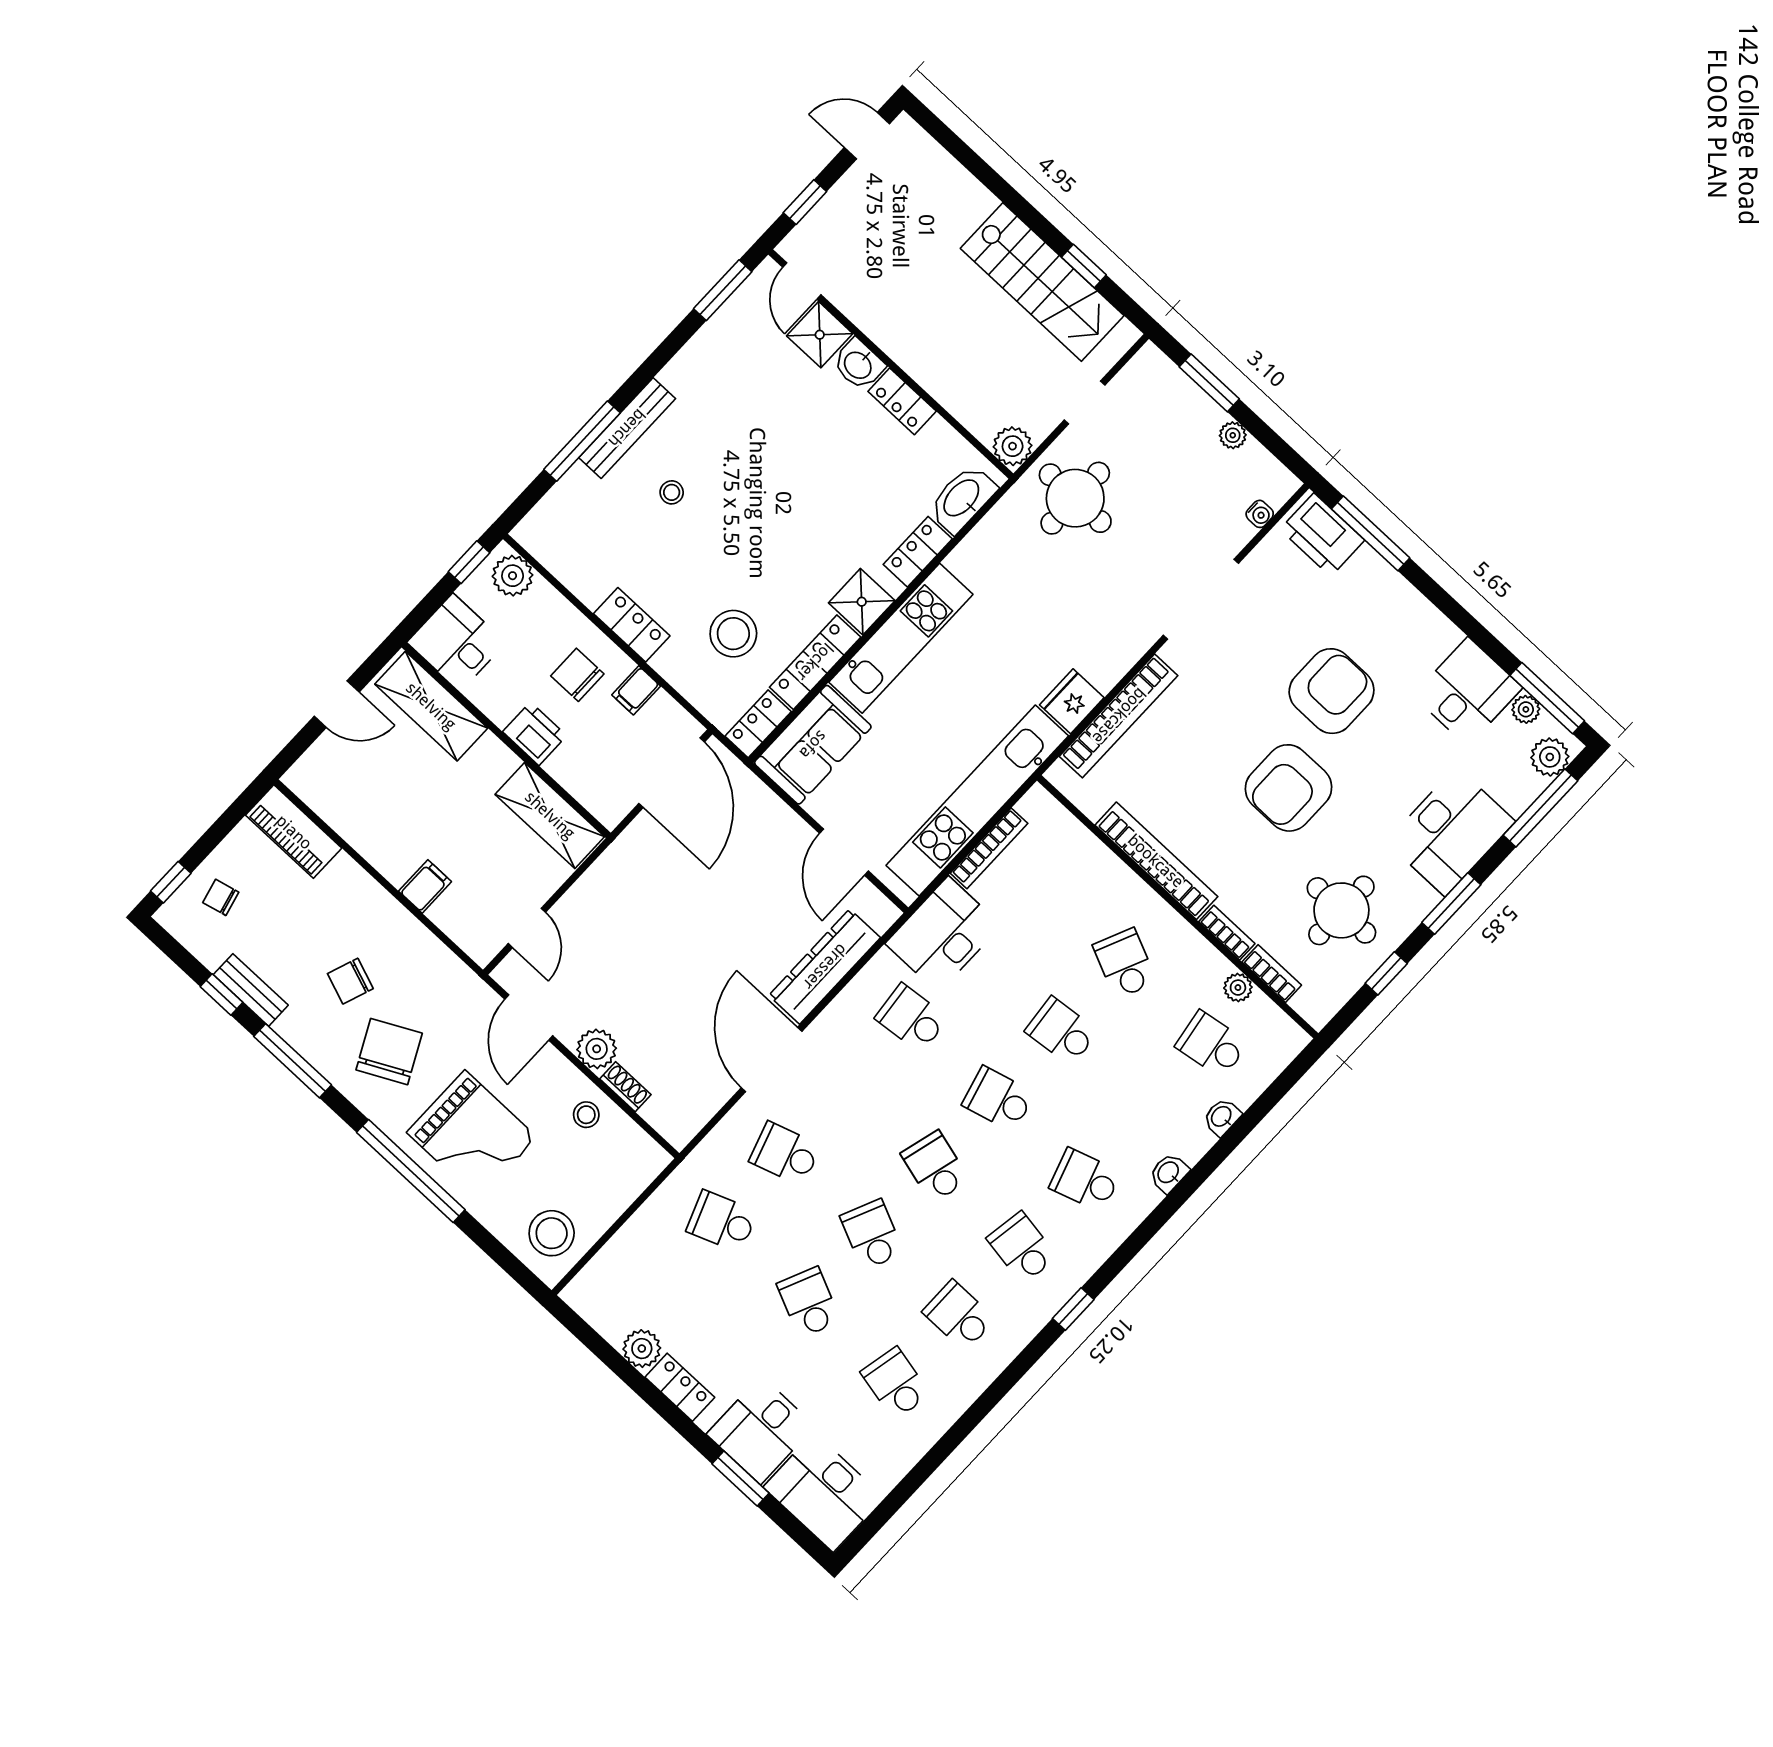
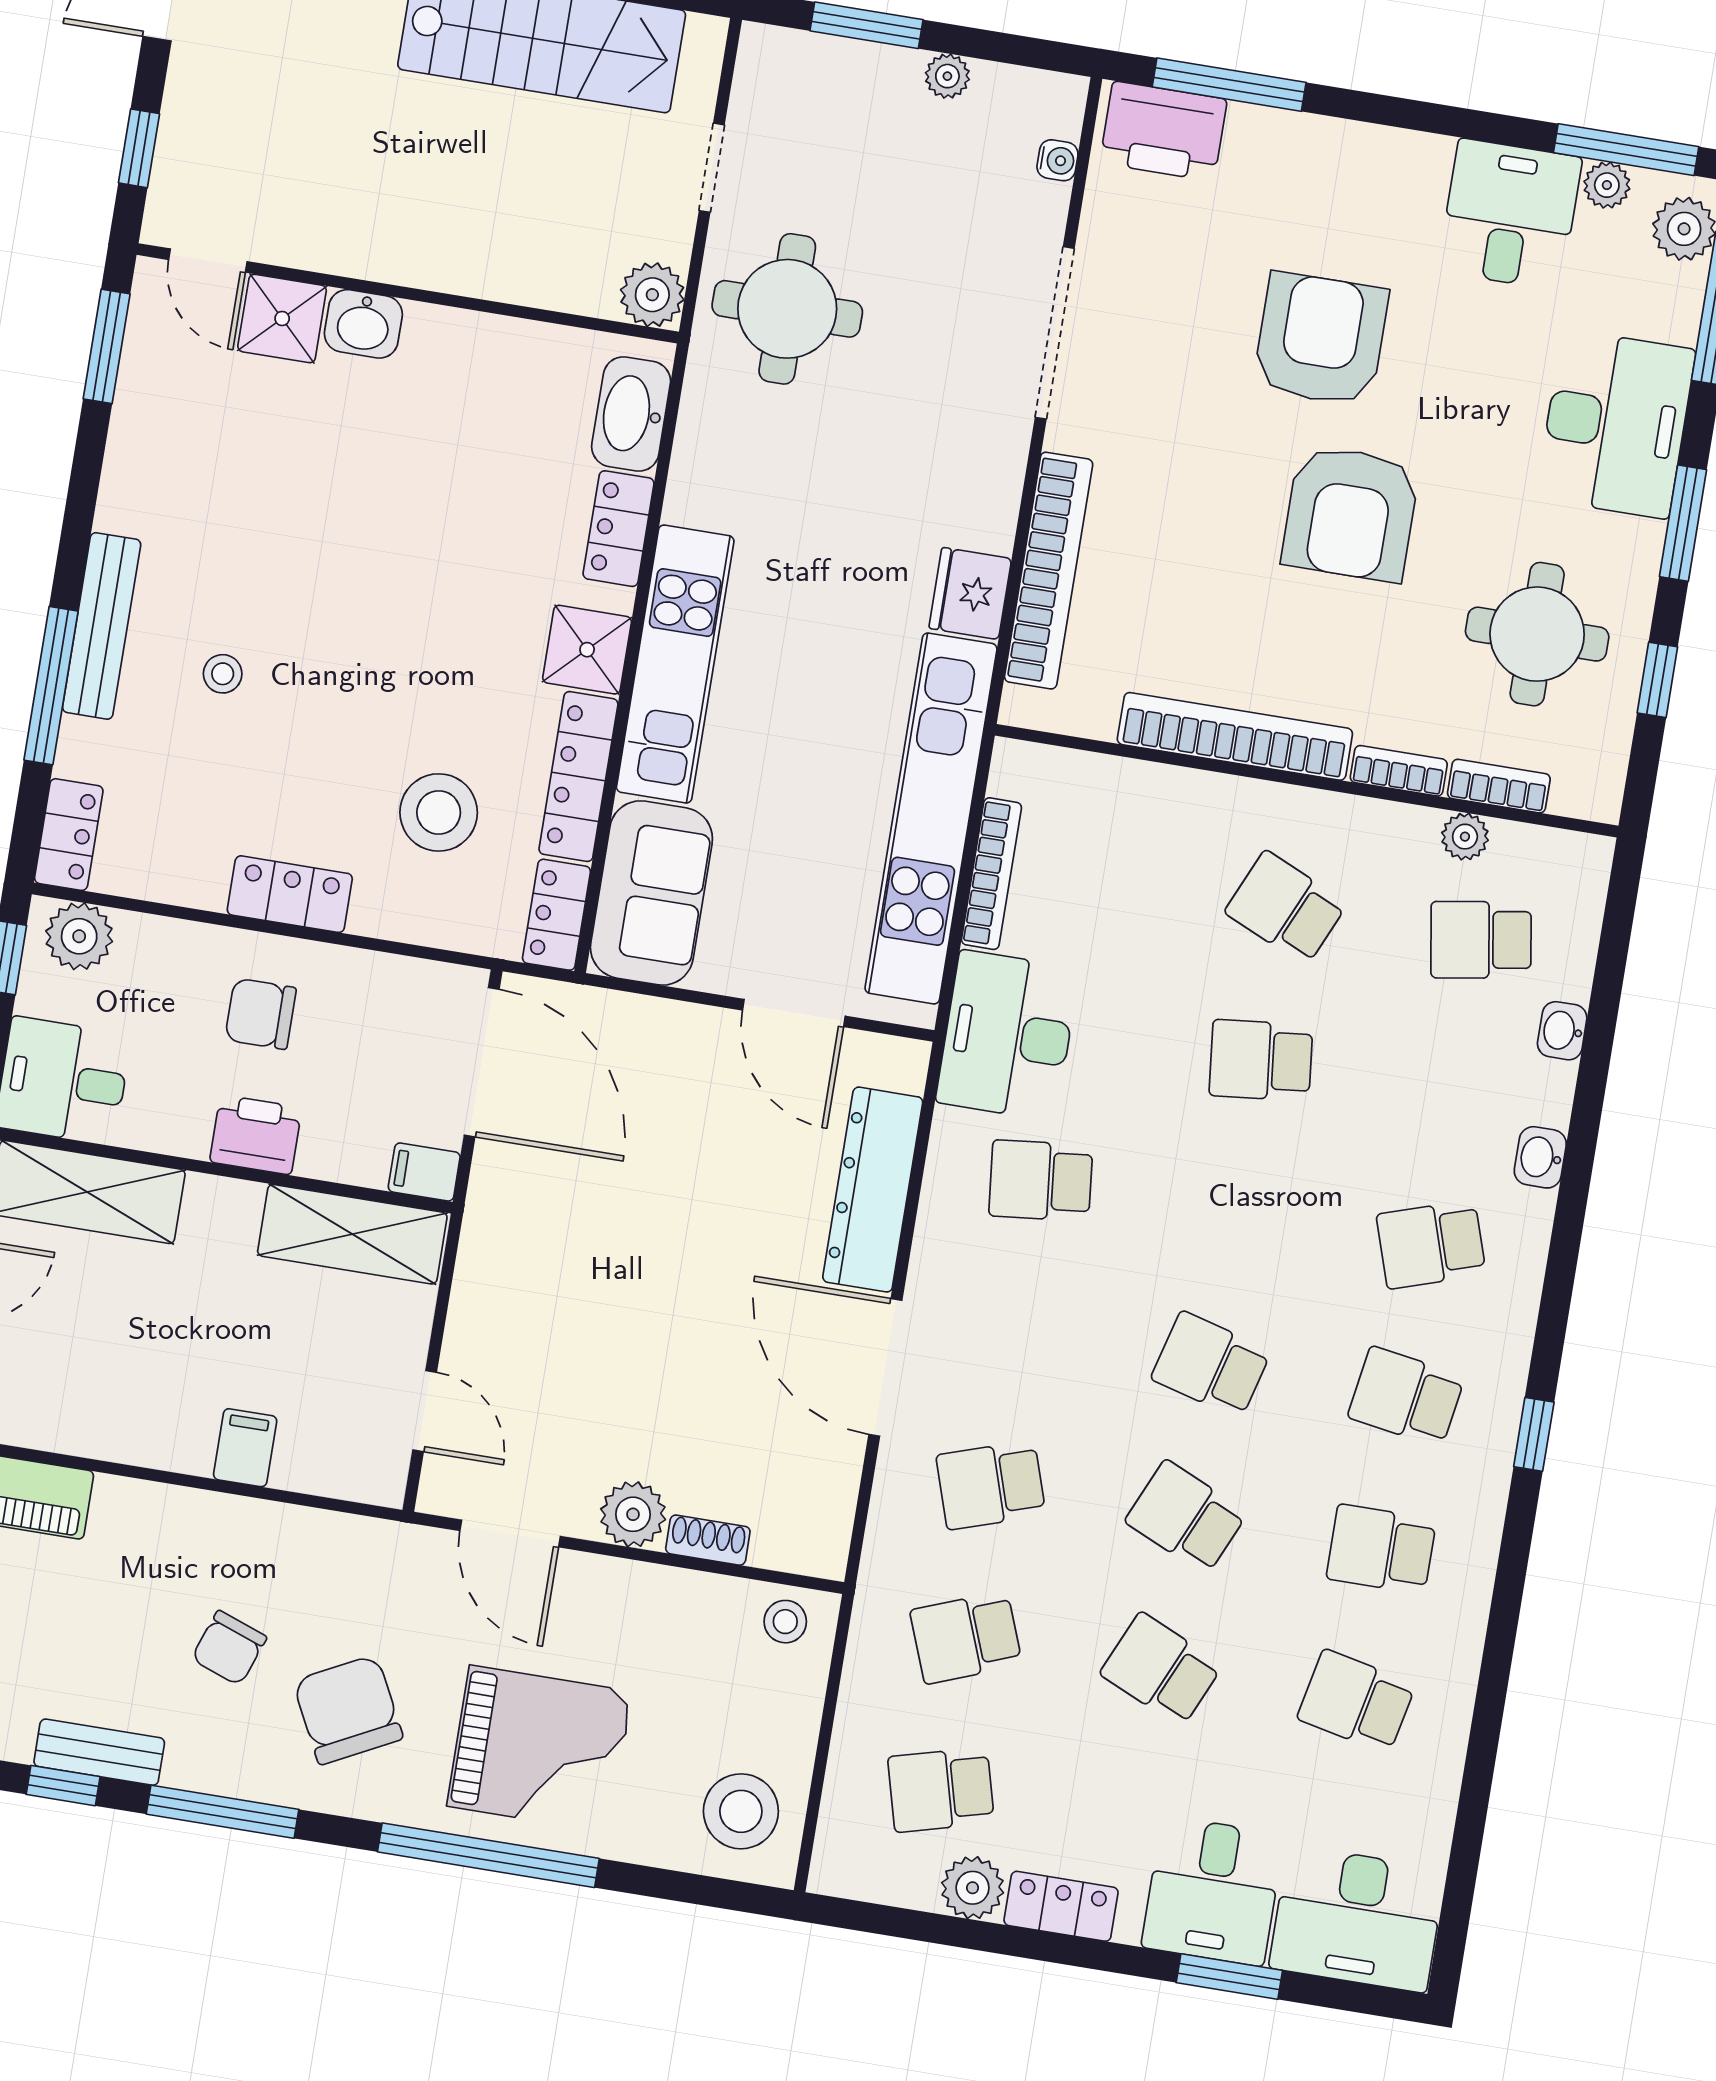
locker: (902, 401) -> (69, 835), moved, turned -90
filing cabinet: (636, 690) -> (424, 1172), moved, turned 90
school desk: (998, 1099) -> (941, 1790), moved
stool: (586, 1115) -> (785, 1622), moved

